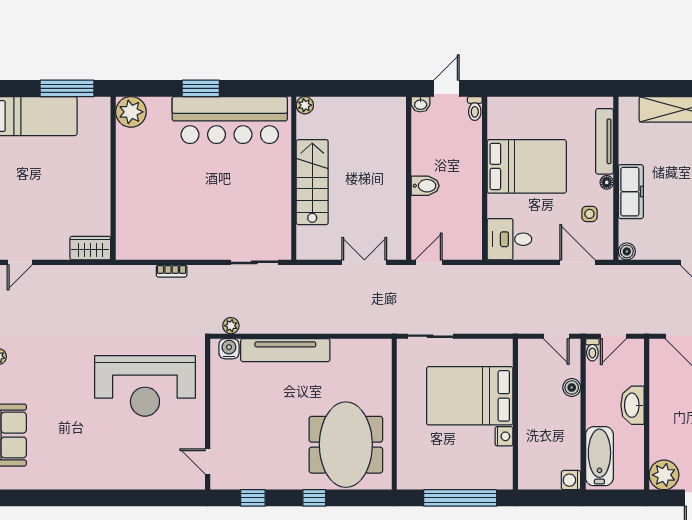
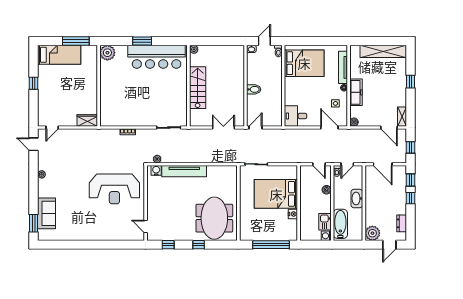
bed: (527, 166) -> (304, 63), moved
kitchen sink: (568, 452) -> (325, 222), added

